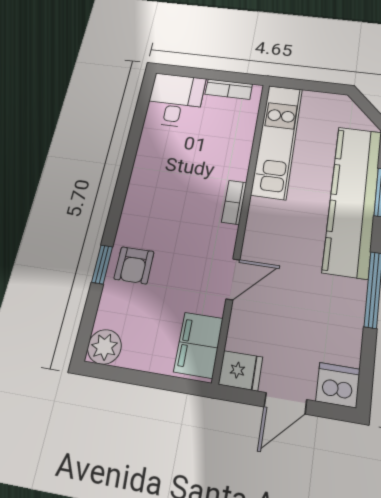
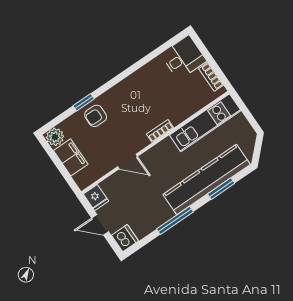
filing cabinet: (198, 345) -> (71, 157), moved, turned 90

